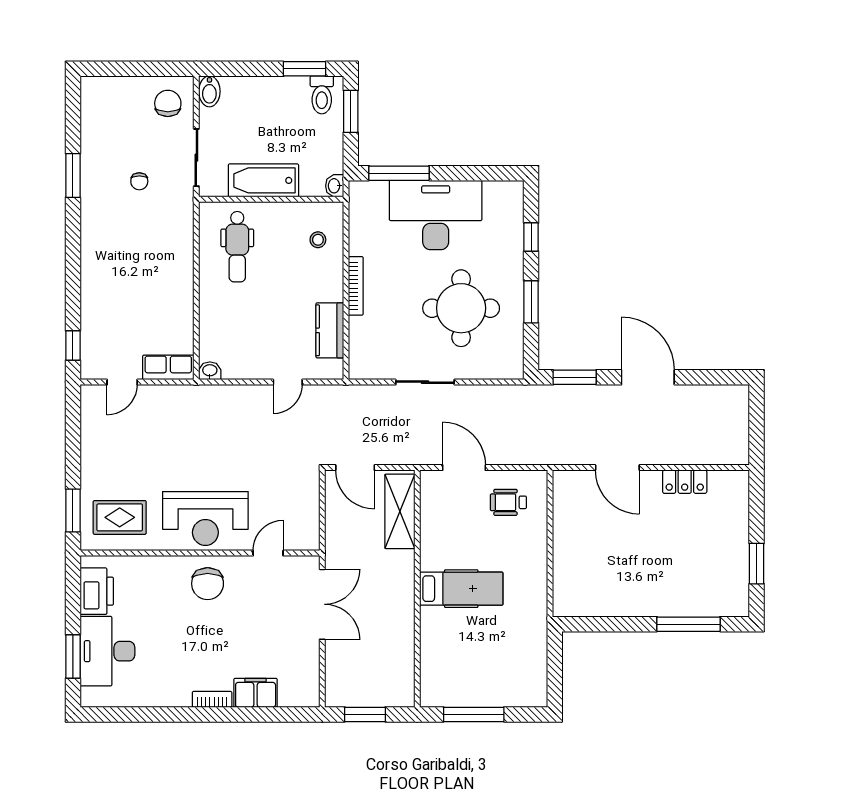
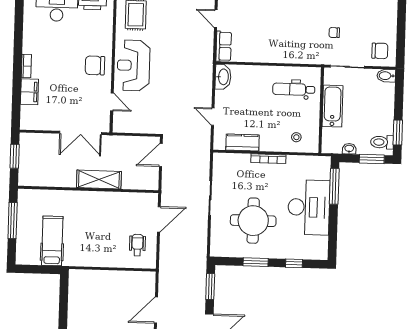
washbasin: (335, 186) -> (349, 149), moved
washbasin: (210, 371) -> (223, 77), width x1.91, depth x1.45
shelving: (400, 511) -> (99, 179), moved
hospital bed: (461, 589) -> (52, 241), moved, turned 180

